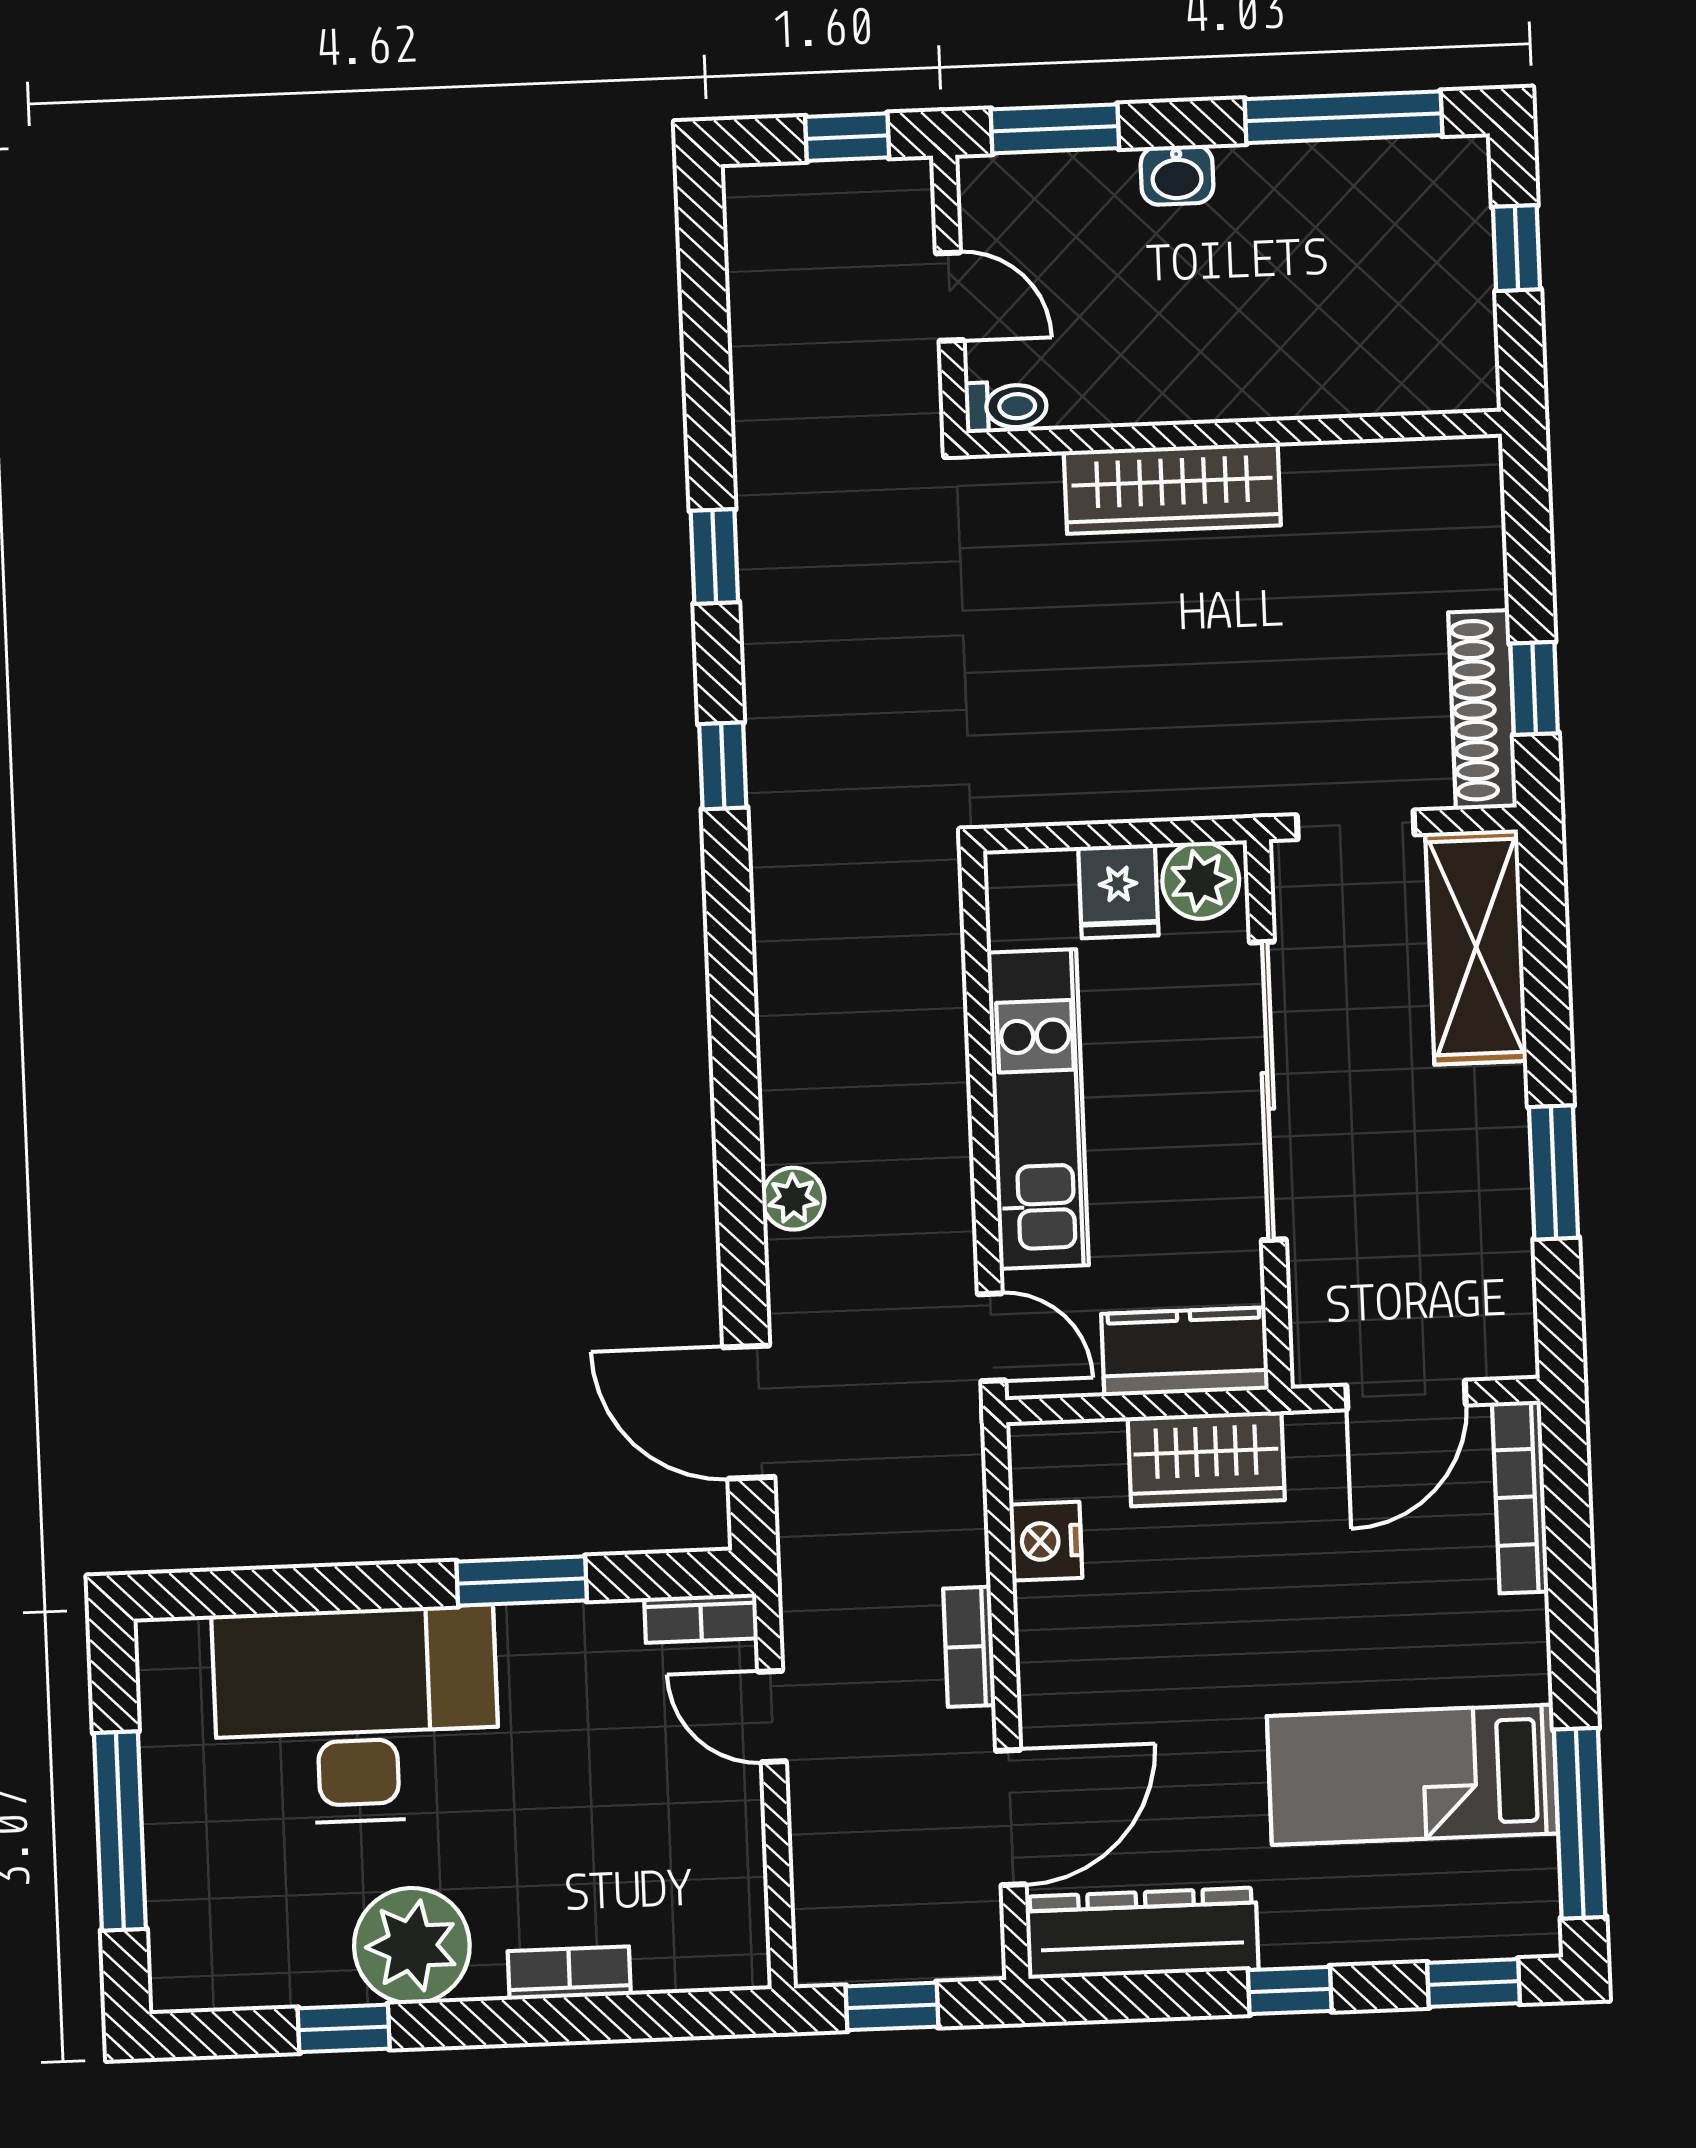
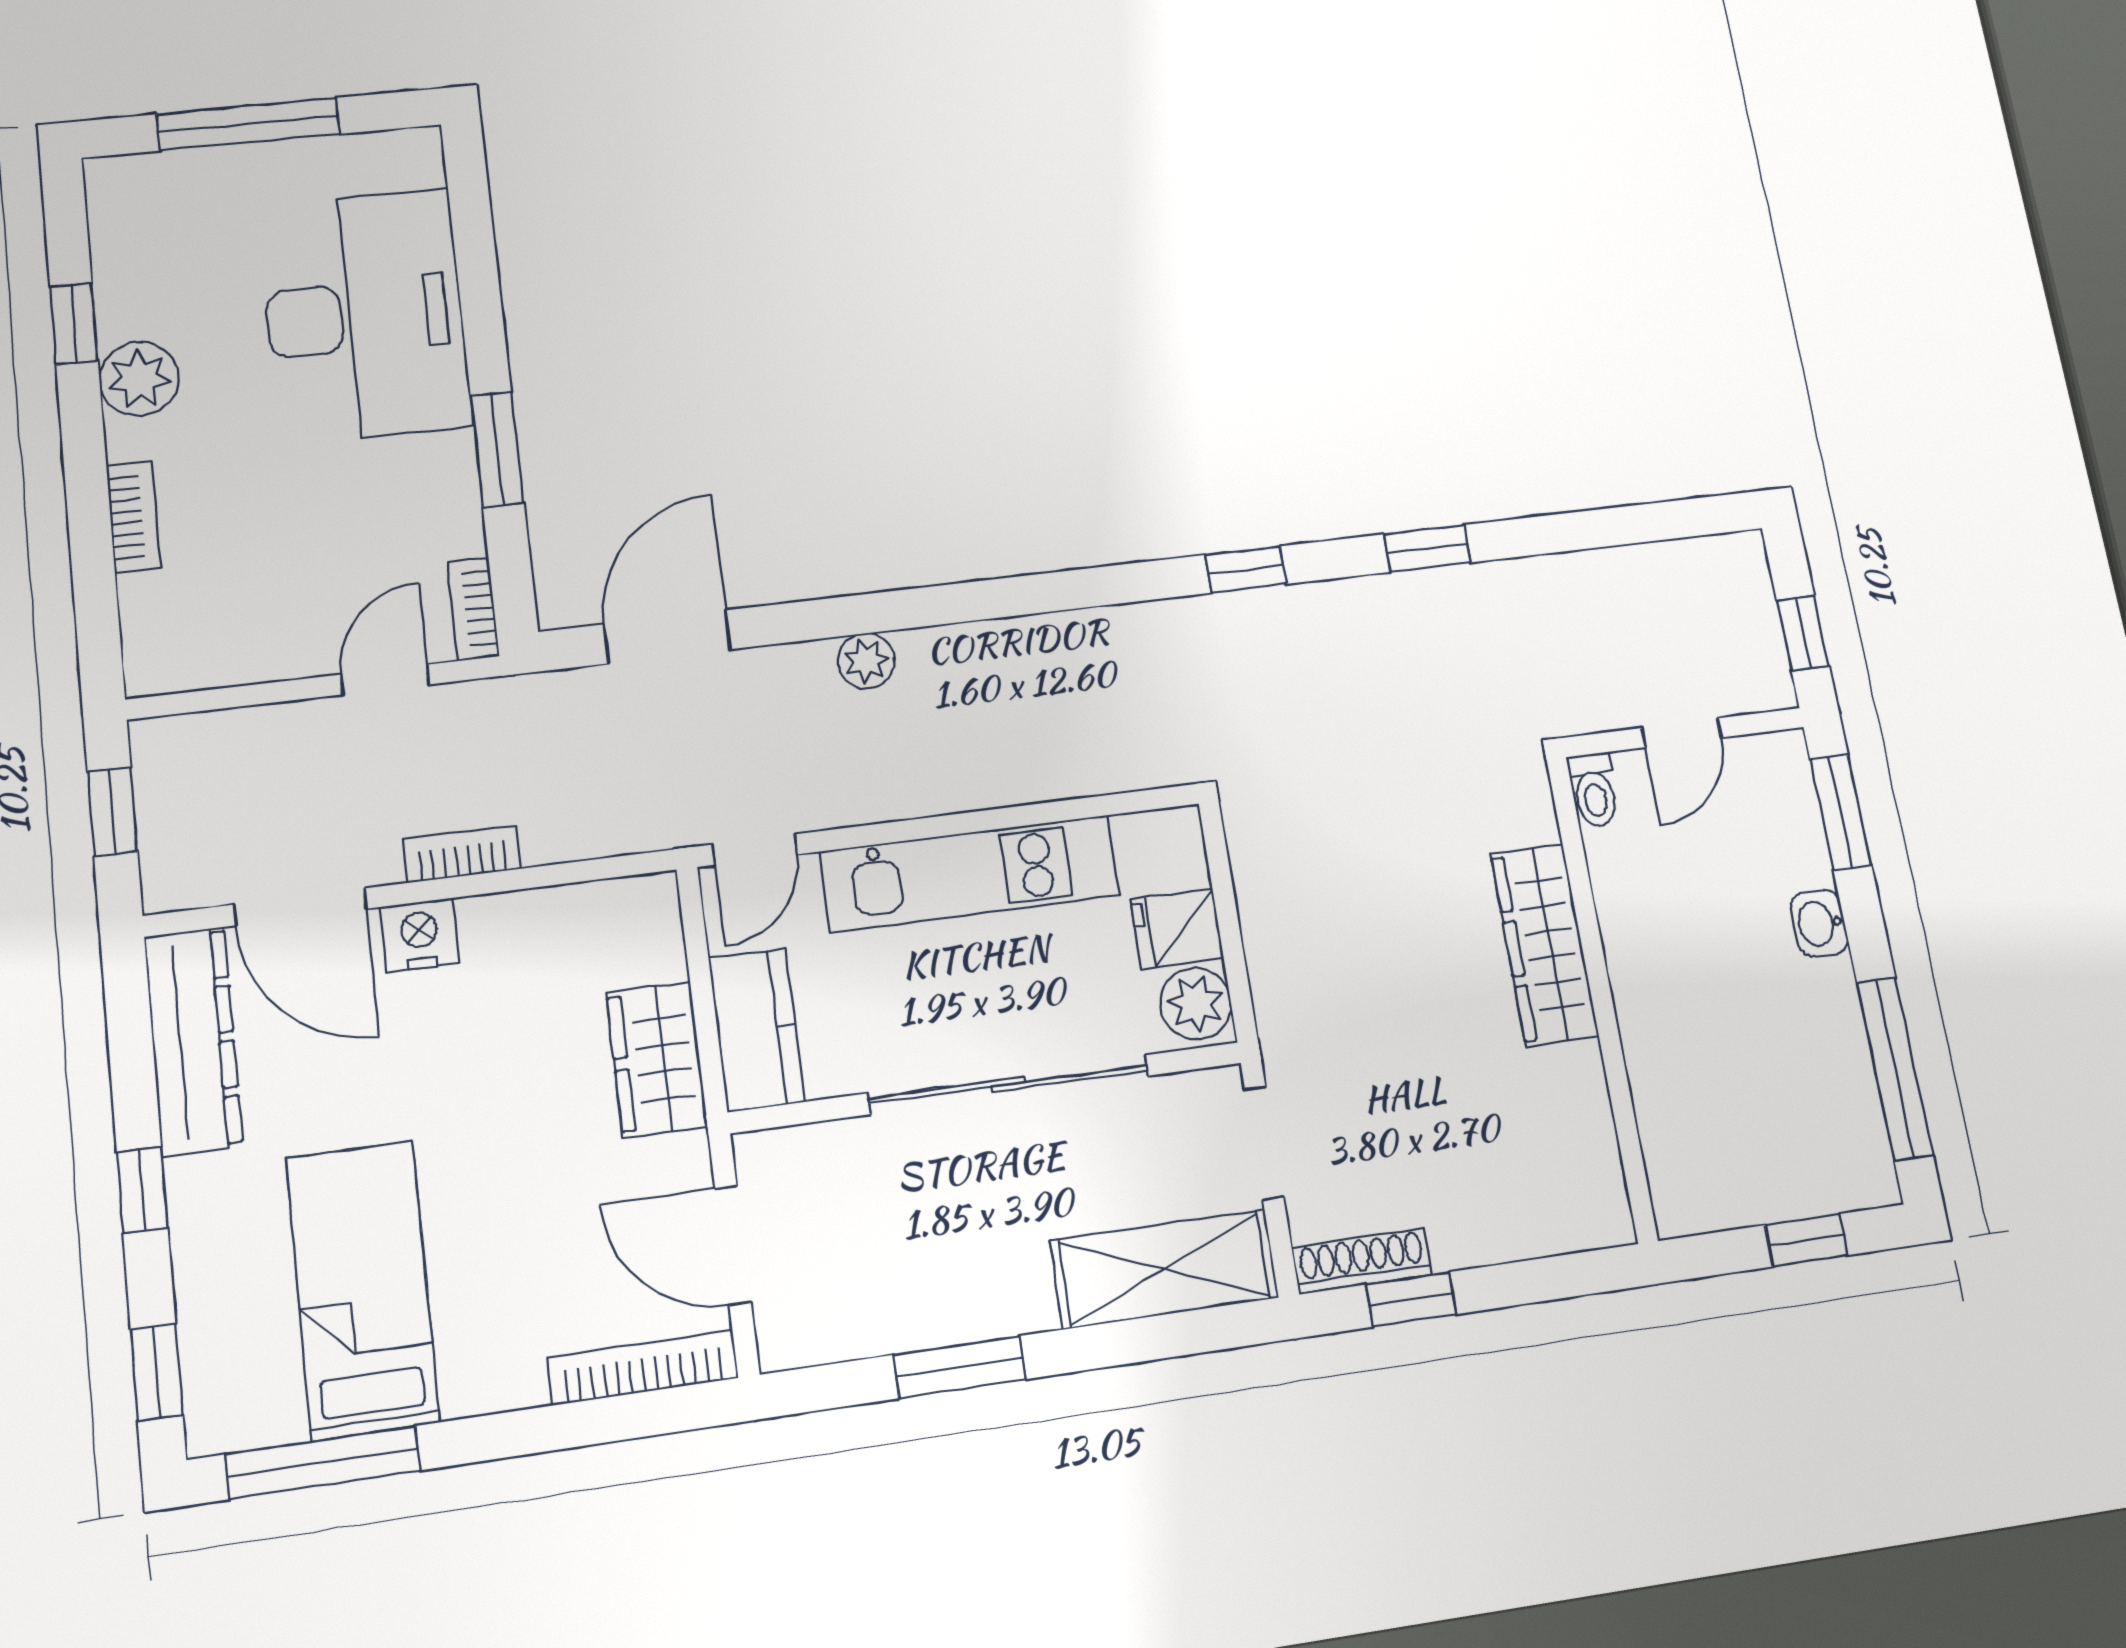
shoe rack: (1482, 710) -> (1362, 1261), width x0.74, depth x0.81
nightstand: (1046, 1541) -> (420, 935), moved
plant: (412, 1946) -> (139, 379), width x0.73, depth x0.73

